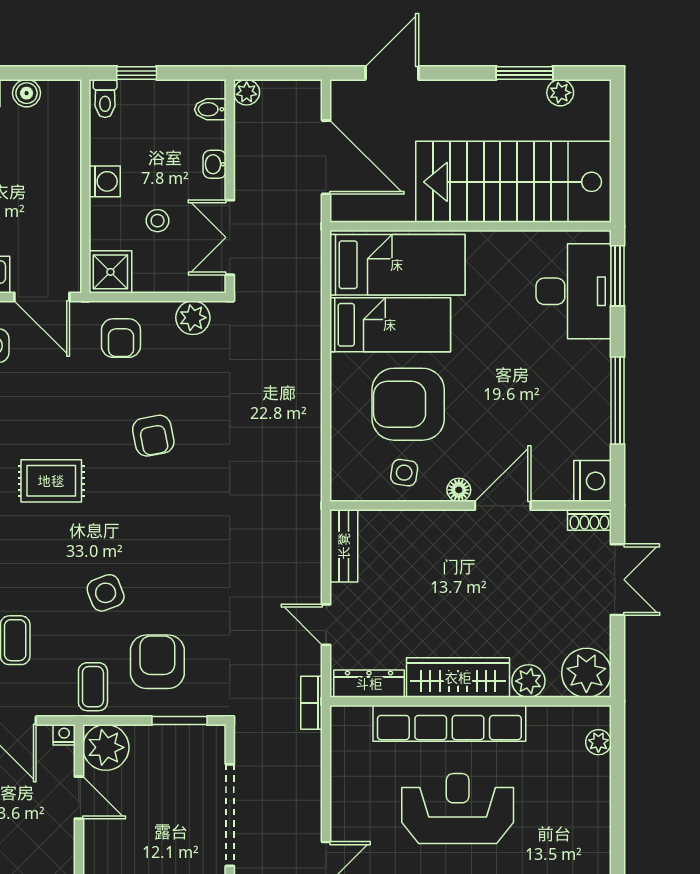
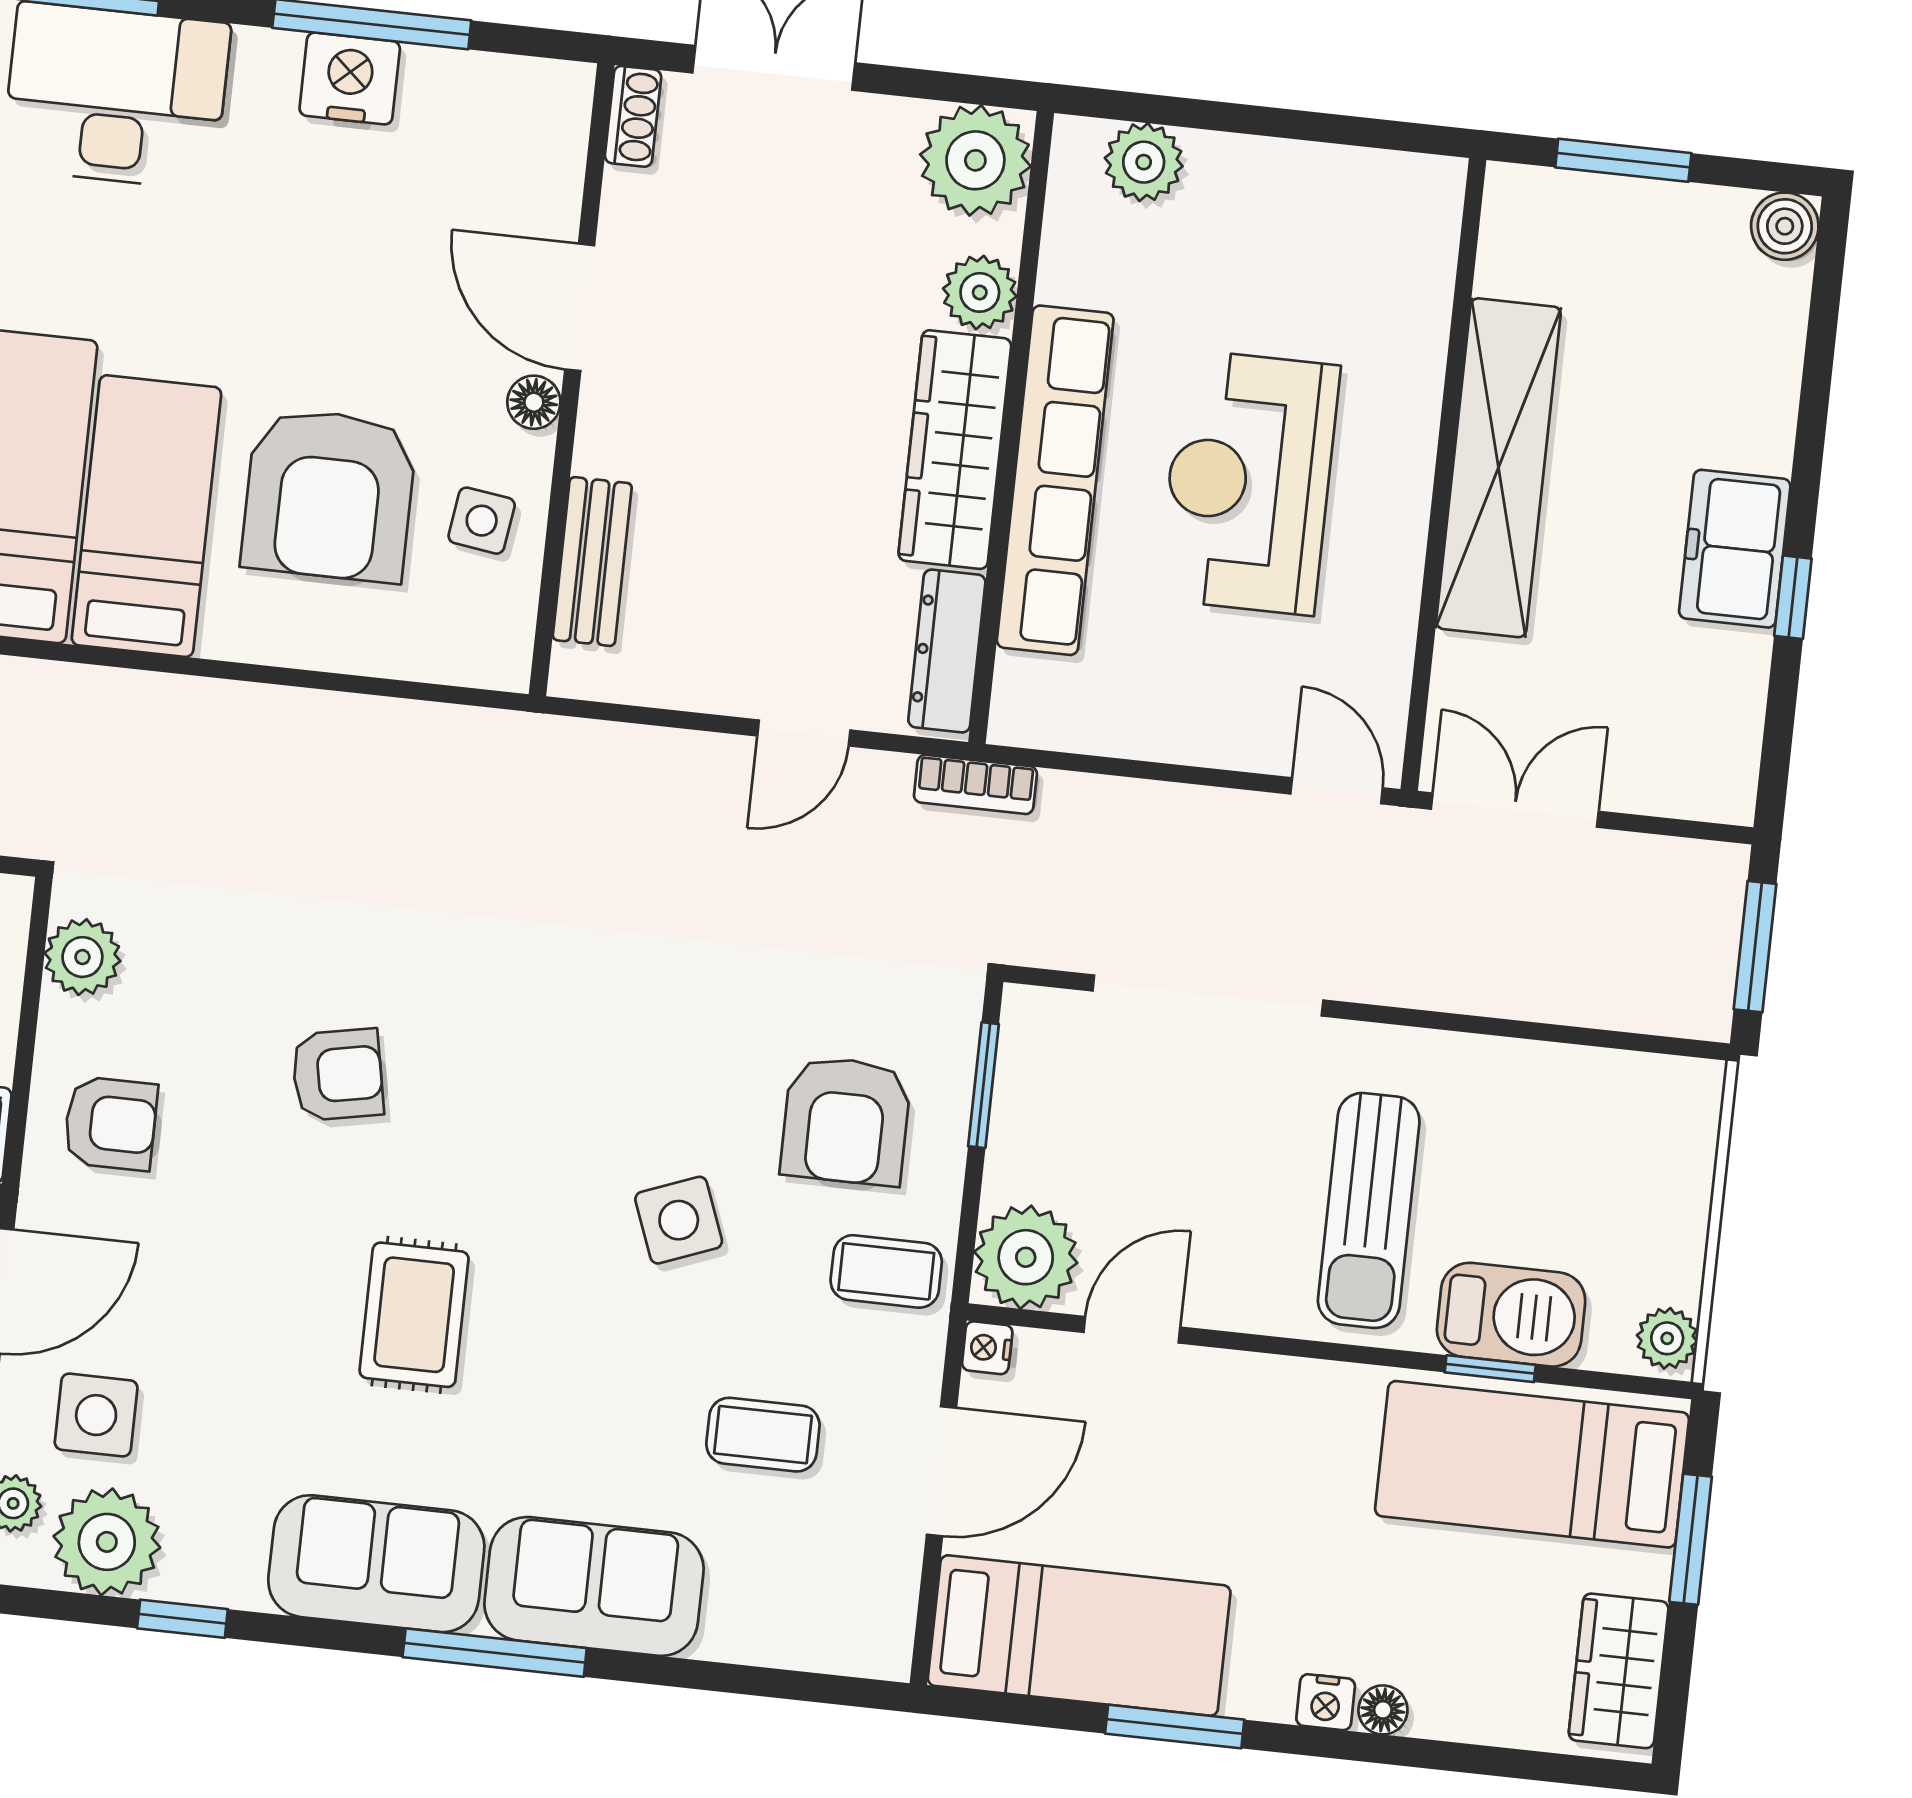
nightstand: (593, 481) -> (350, 79), moved
bench: (344, 546) -> (592, 562), moved, turned 90
armchair: (157, 662) -> (846, 1121), turned -90
plant: (598, 742) -> (1144, 162), width x1.38, depth x1.38

